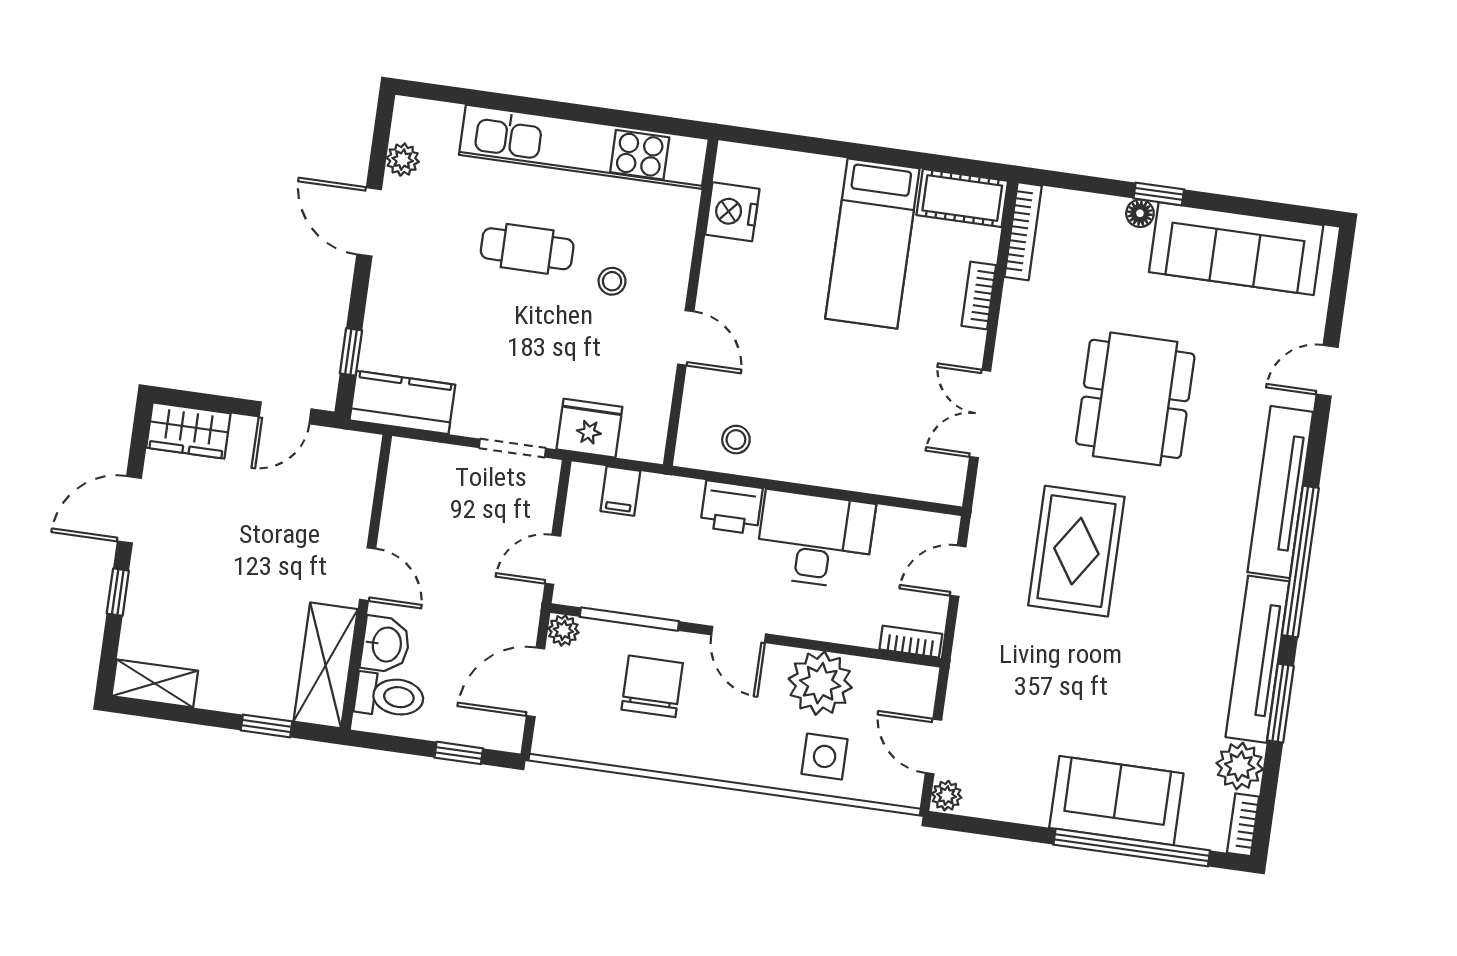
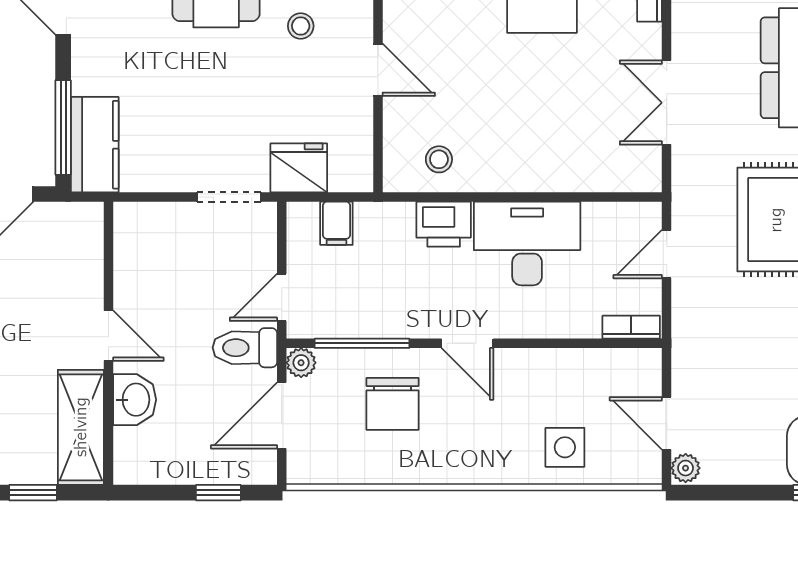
window: (351, 352) -> (63, 127), width x2.17
kitchen counter: (402, 402) -> (95, 145), moved, turned 90
plant: (820, 683) -> (551, 379), removed
chair: (652, 686) -> (393, 404), turned 180
toilet: (390, 696) -> (245, 348), moved, turned 180

